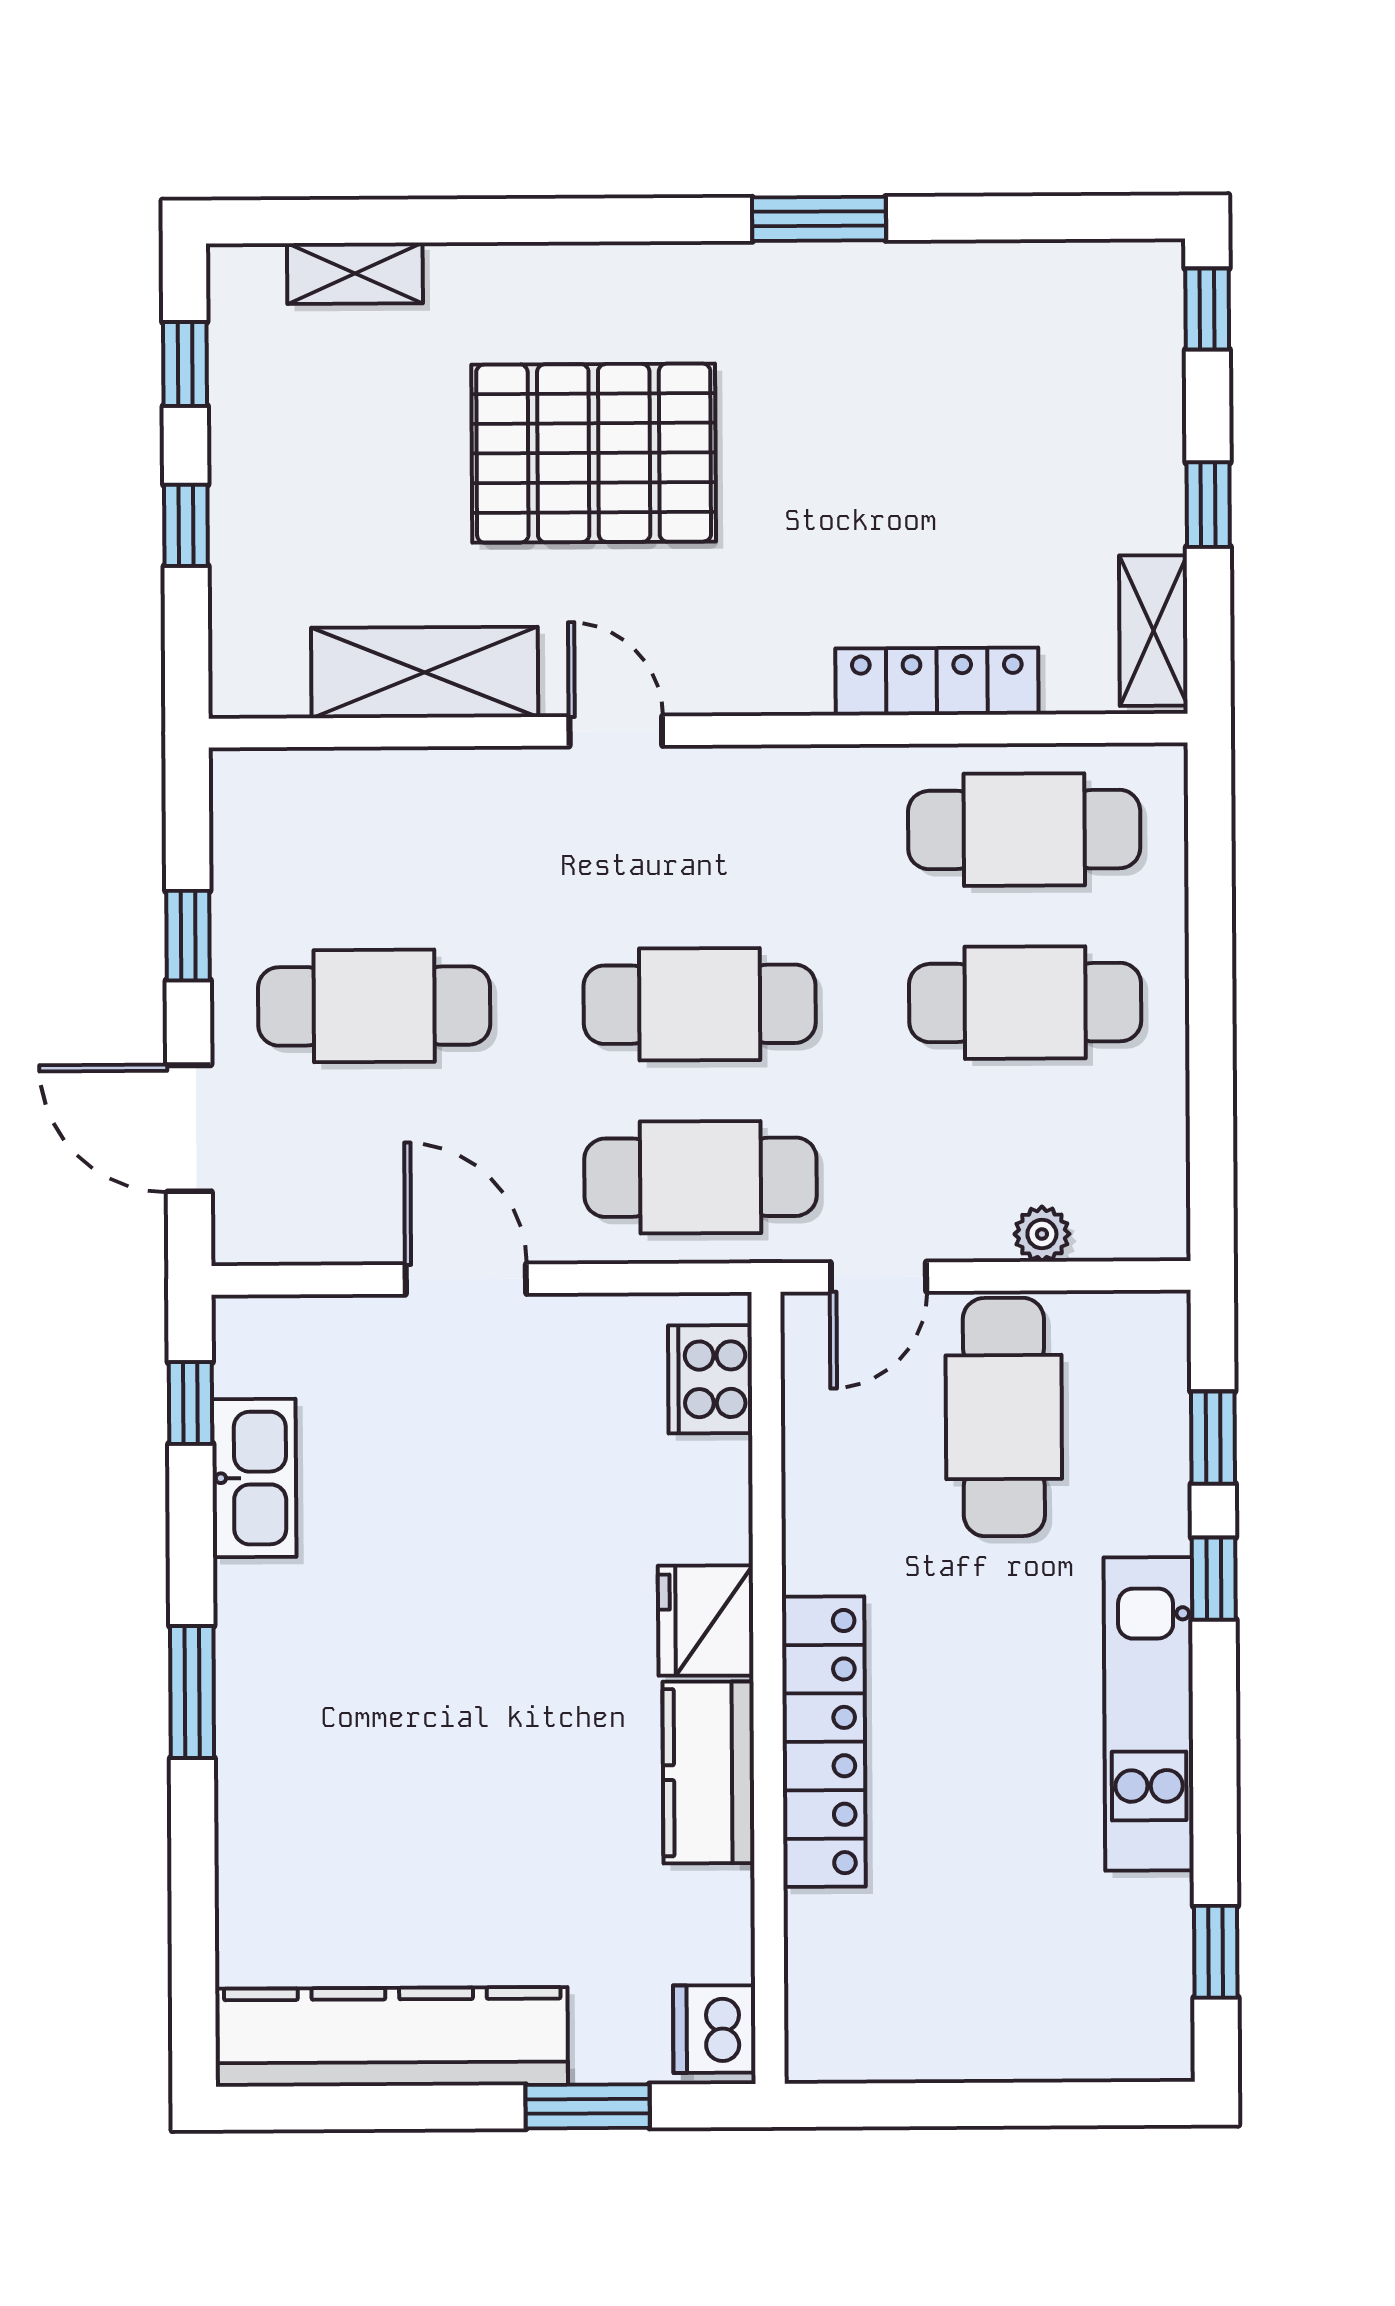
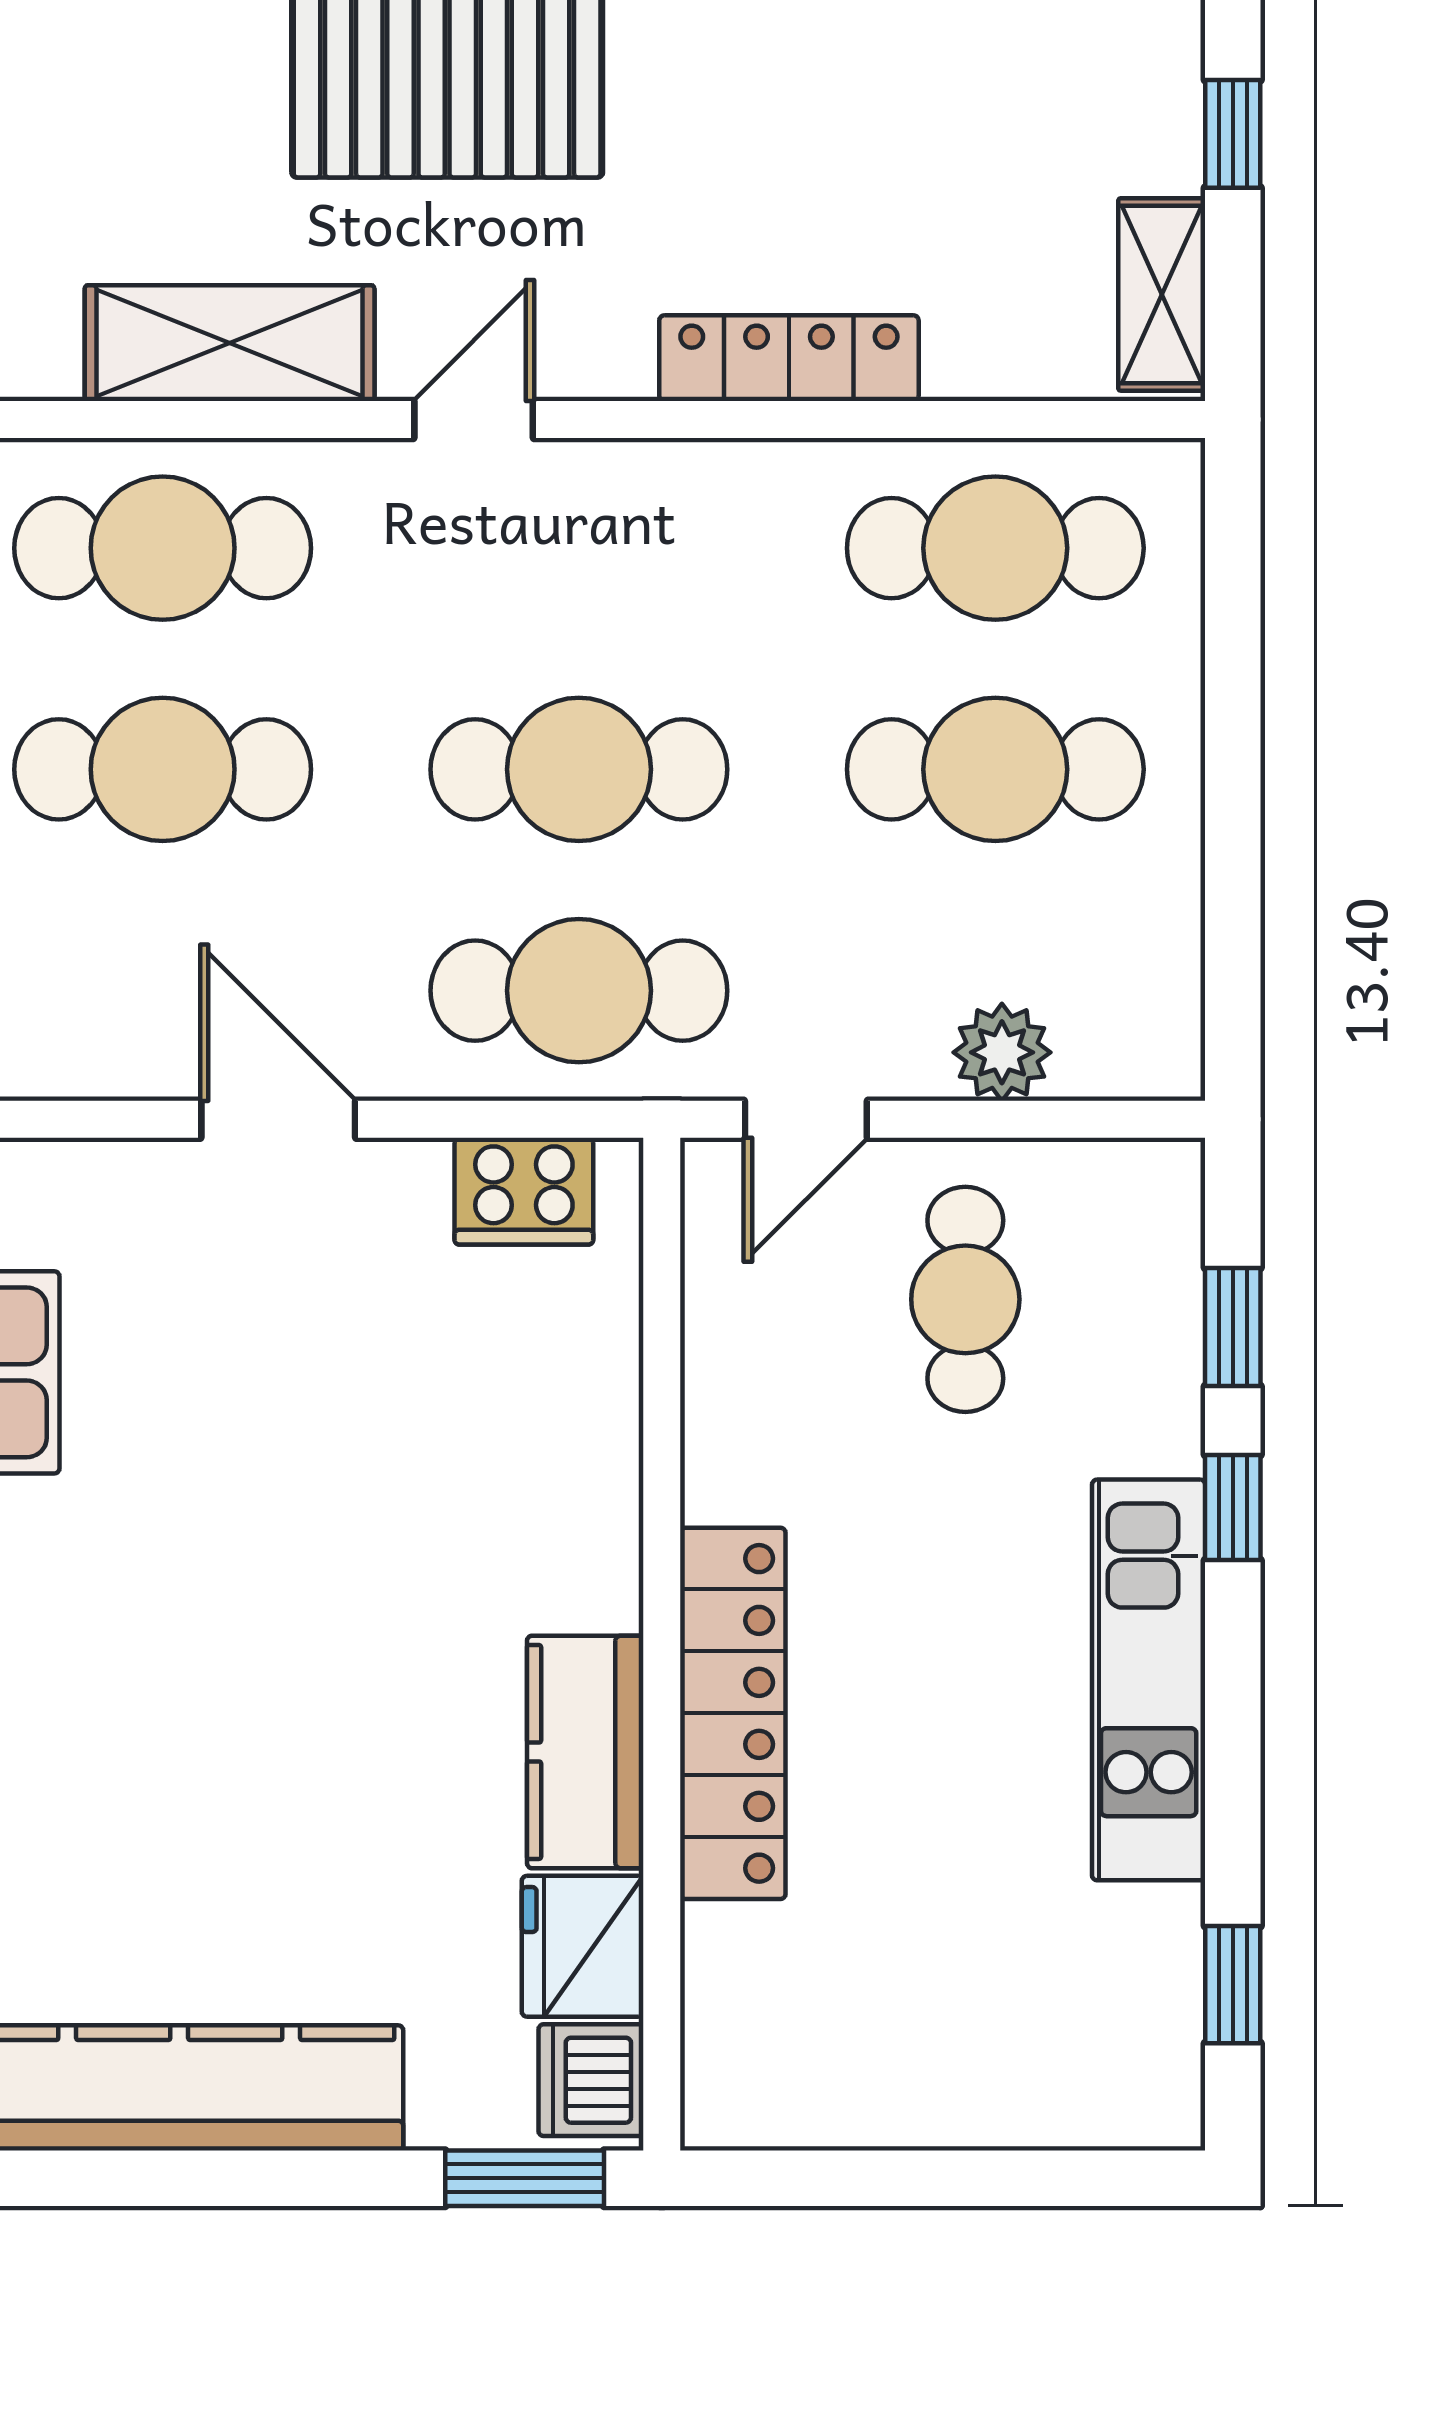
locker: (937, 681) -> (789, 358), moved
door: (616, 731) -> (474, 419), hinge flipped
cafe table: (373, 833) -> (163, 548), added
plant: (1042, 1234) -> (1002, 1052), width x1.38, depth x1.38
cooker: (710, 1379) -> (524, 1191), moved, turned -90
cafe table: (1004, 1417) -> (965, 1299), width x0.73, depth x0.74
fridge: (706, 1621) -> (583, 1946), moved
window: (588, 2106) -> (525, 2178), moved

